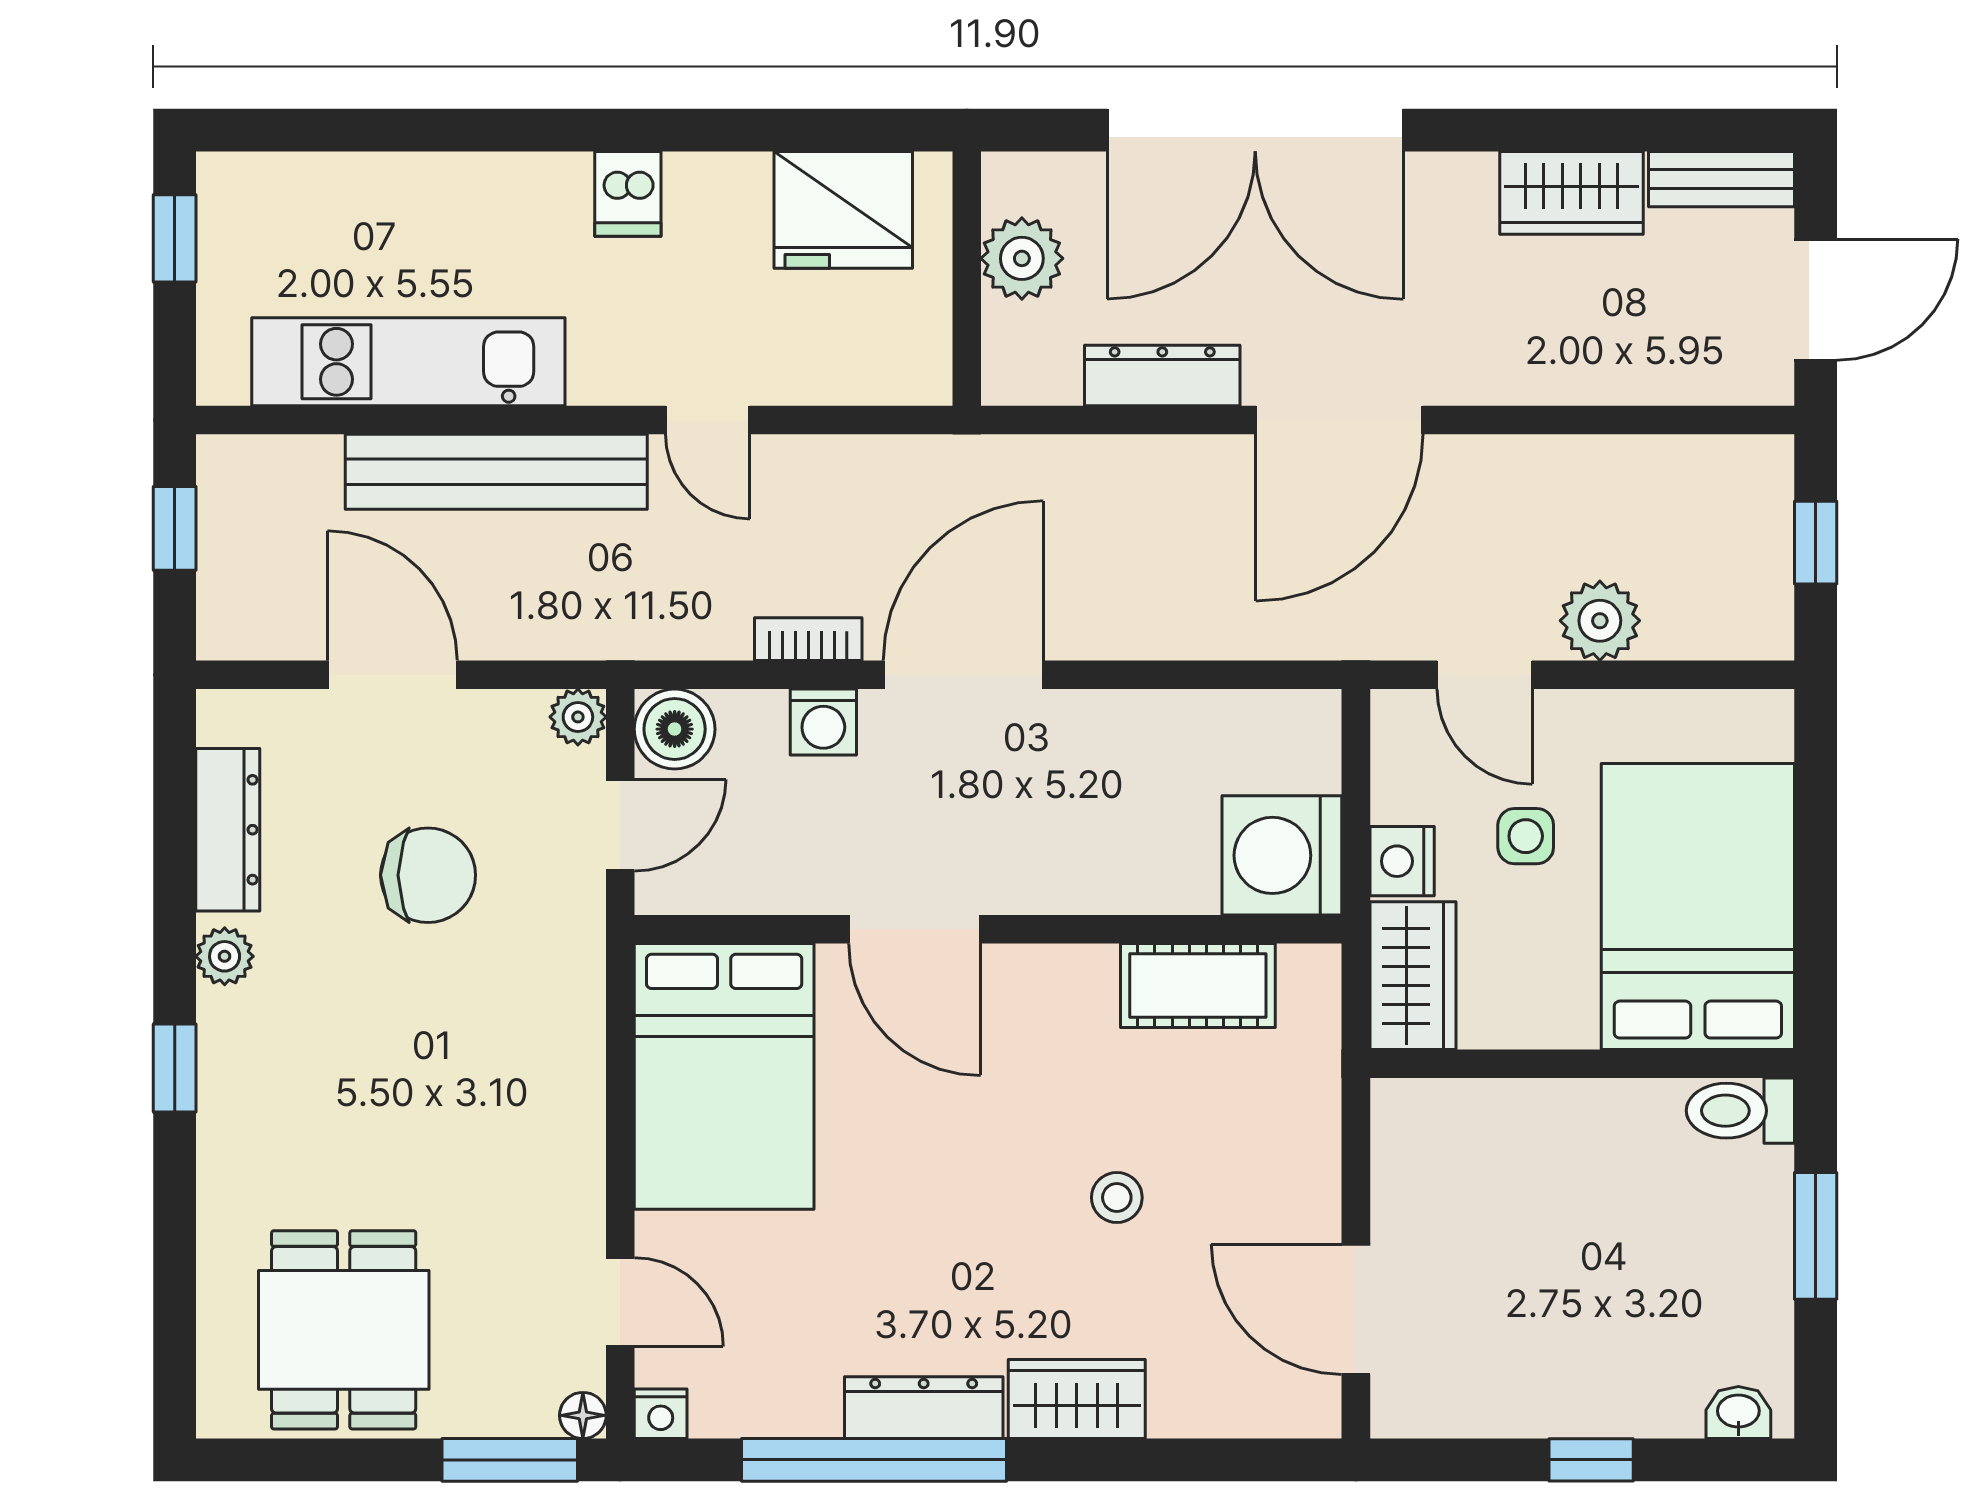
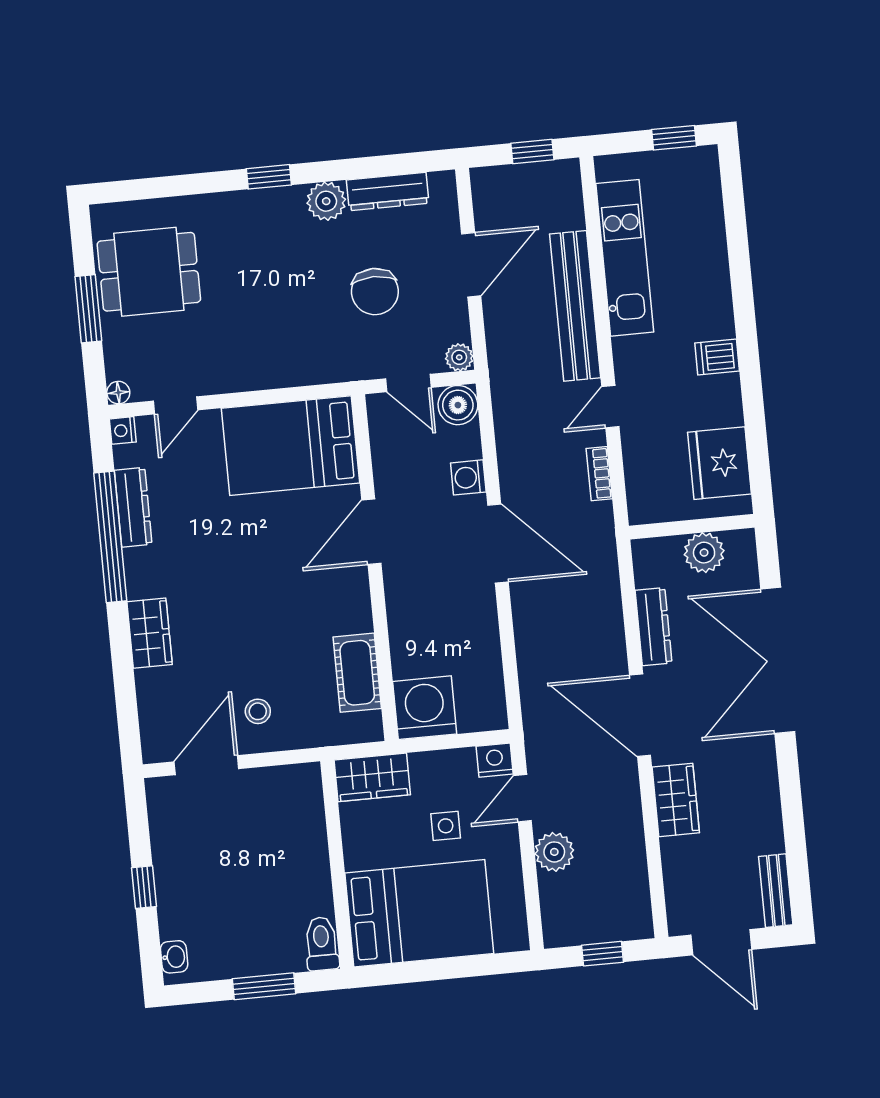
wardrobe: (1571, 193) -> (676, 800), moved, turned 180
bookcase: (808, 639) -> (599, 474), moved, turned 180
nightstand: (1402, 861) -> (495, 760), moved
plant: (225, 956) -> (326, 201), width x1.38, depth x1.38
stool: (1117, 1197) -> (258, 711), moved
dresser: (924, 1408) -> (133, 507), moved
window: (510, 1460) -> (88, 309), moved

